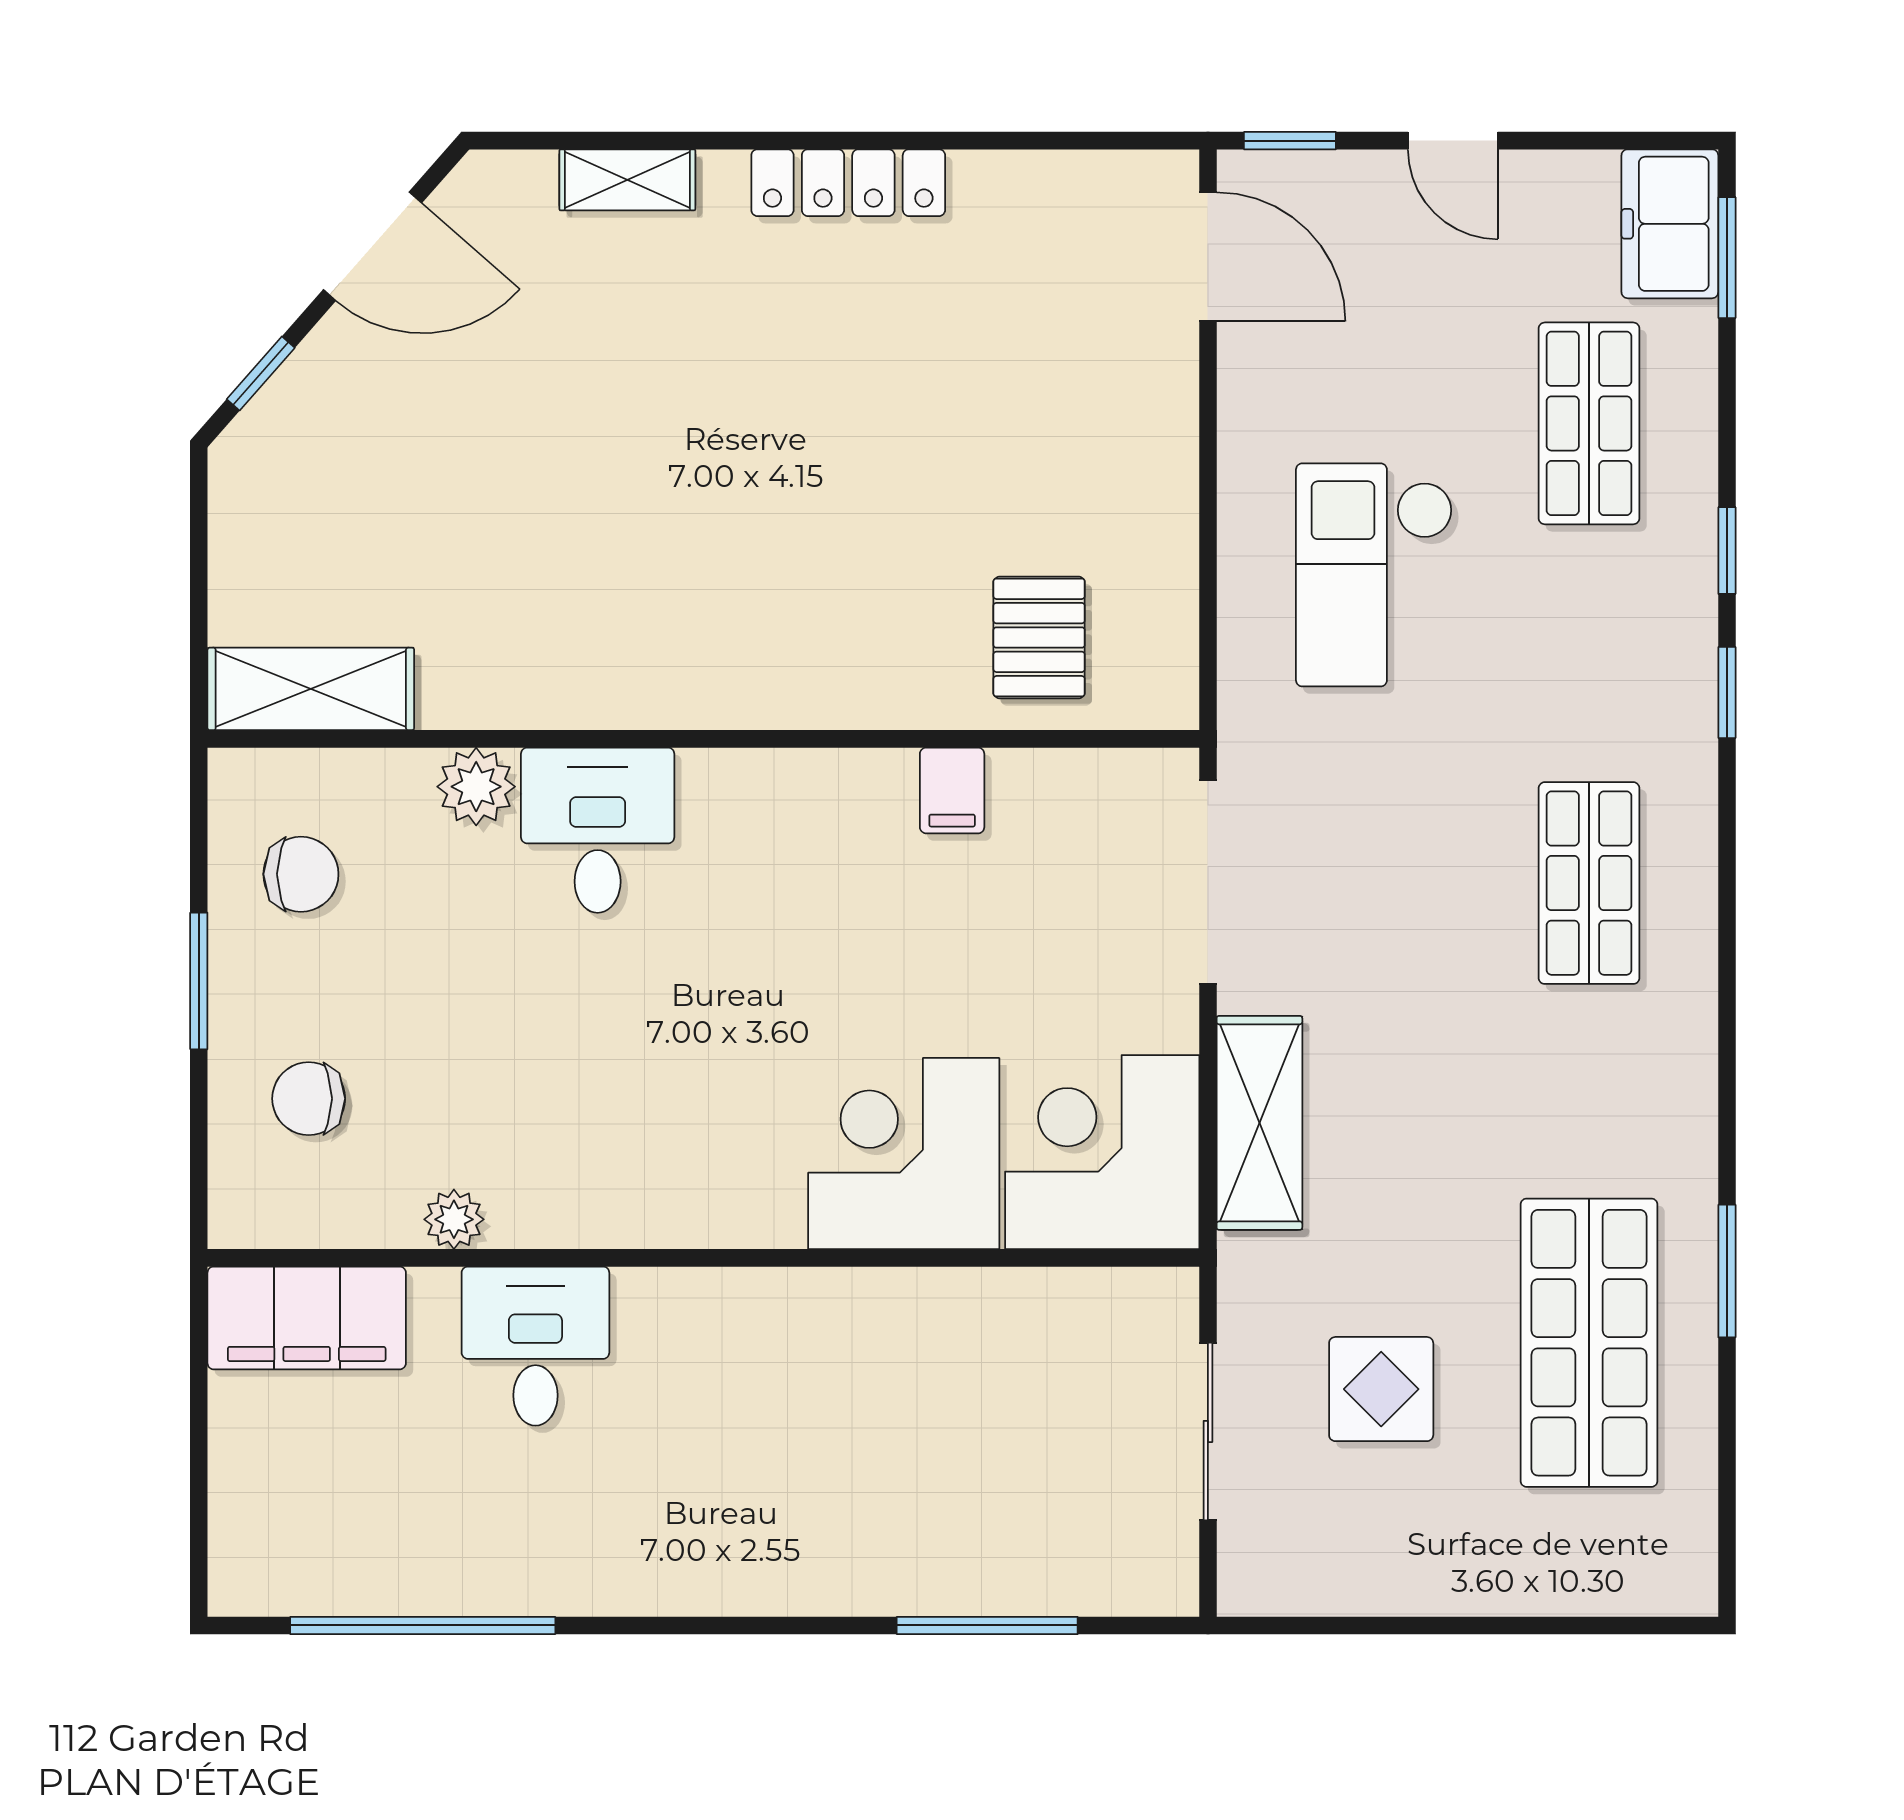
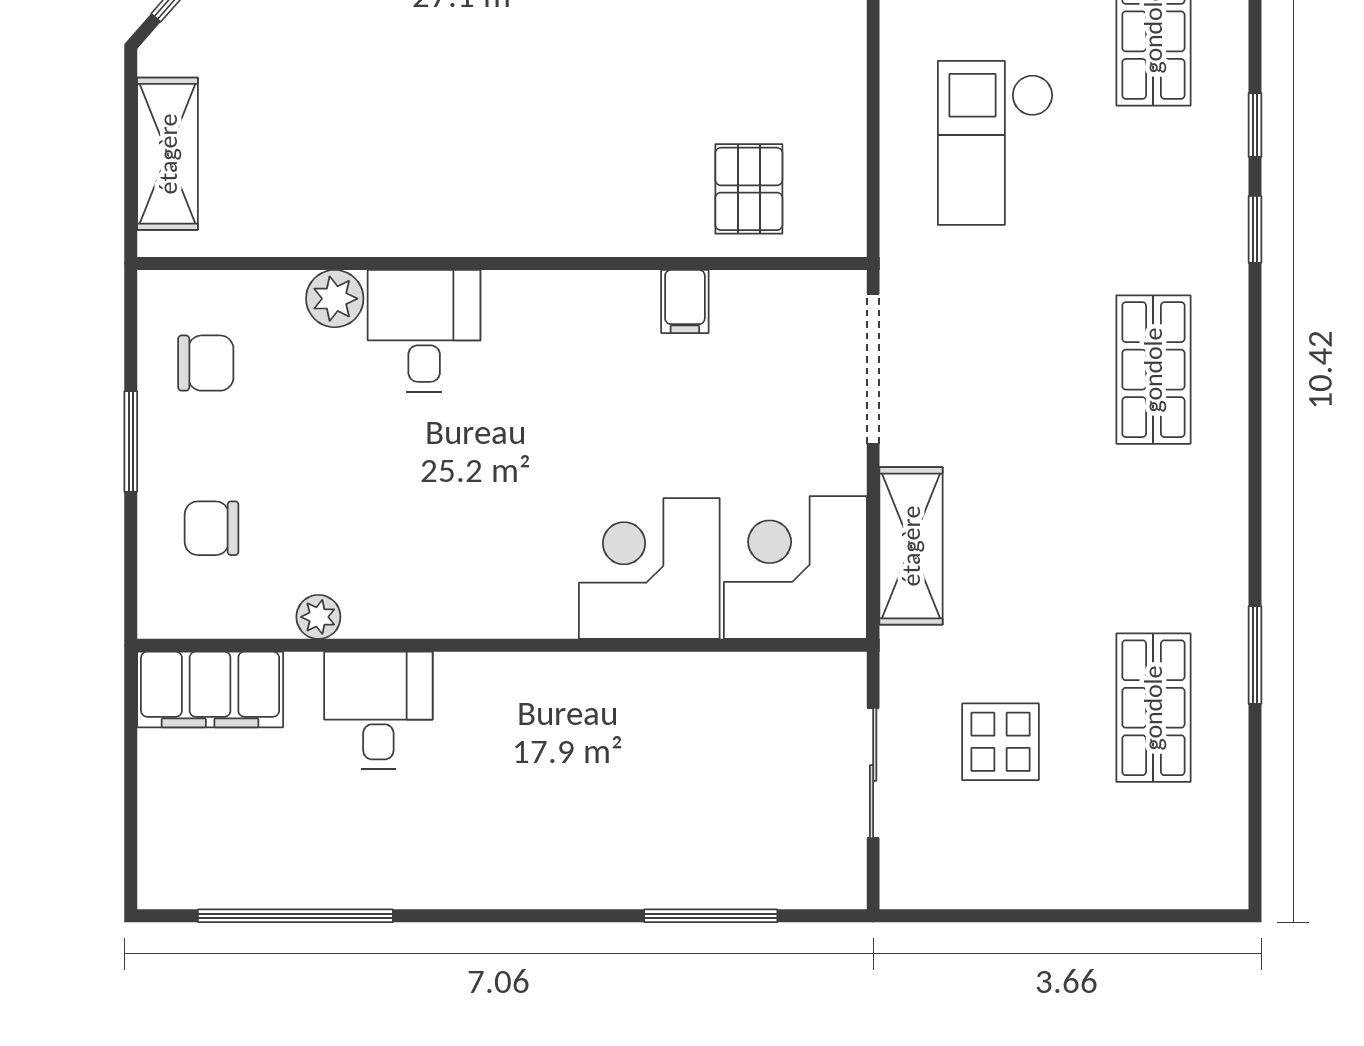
shelving: (311, 689) -> (168, 154), moved, turned 90
shop shelf: (1589, 1343) -> (1153, 708), width x0.70, depth x0.74

